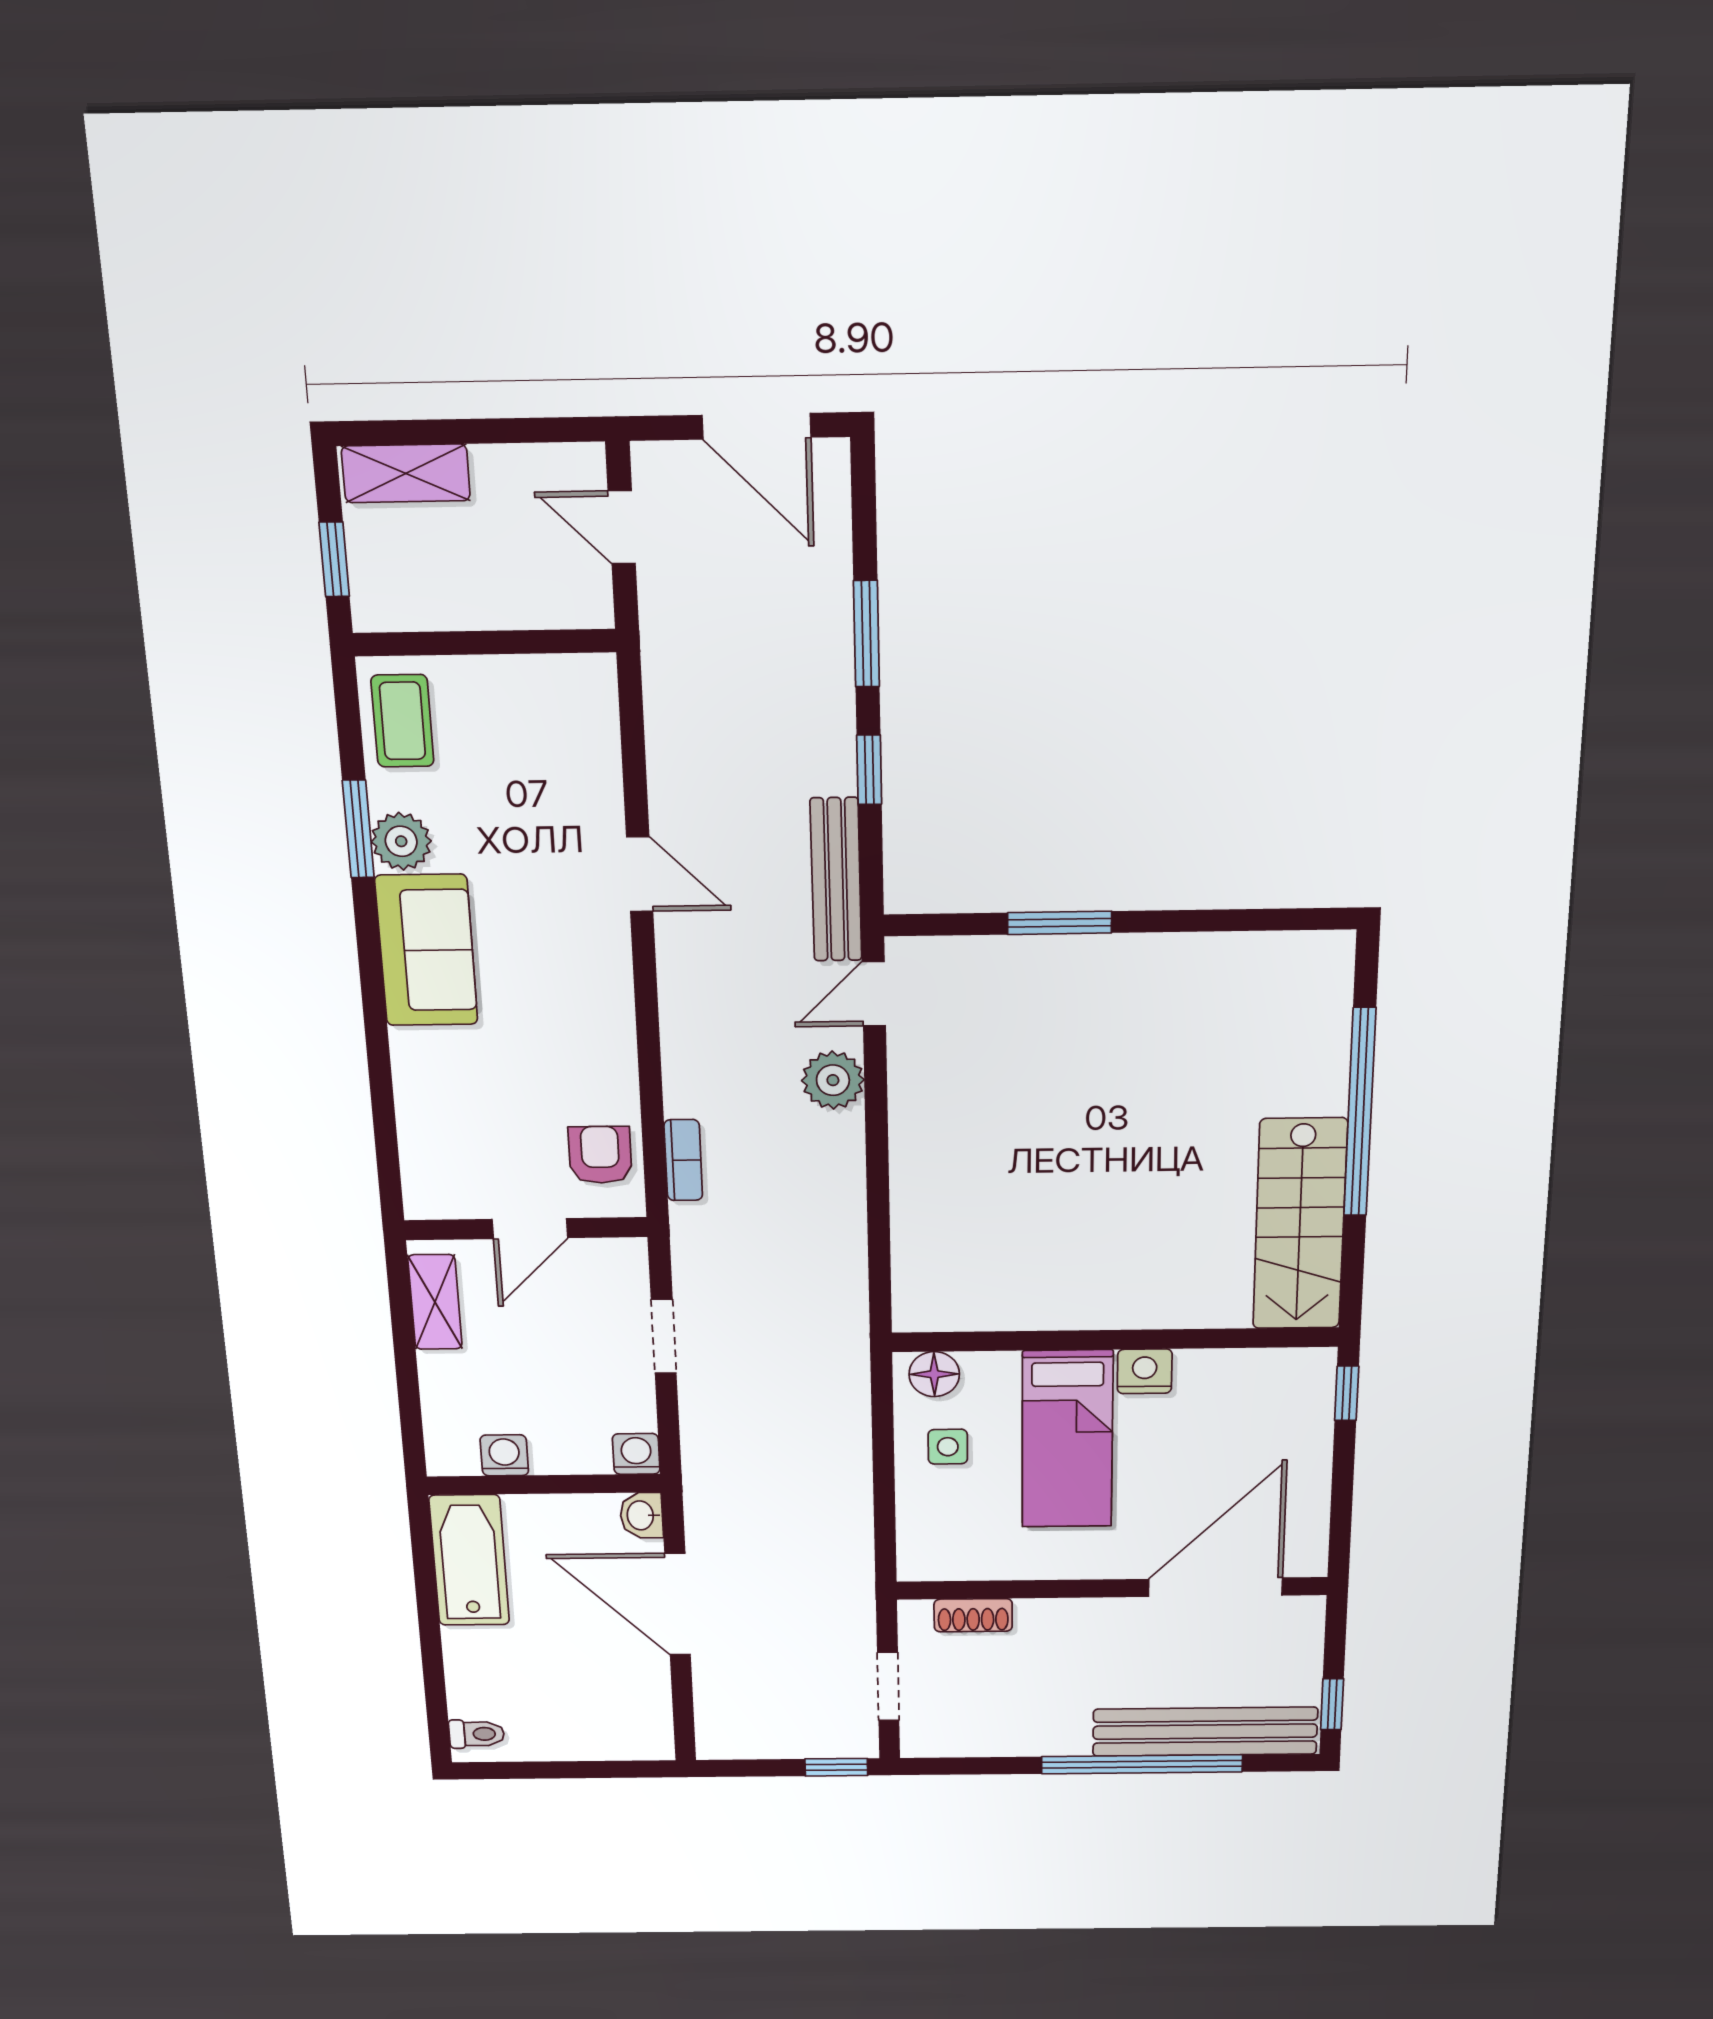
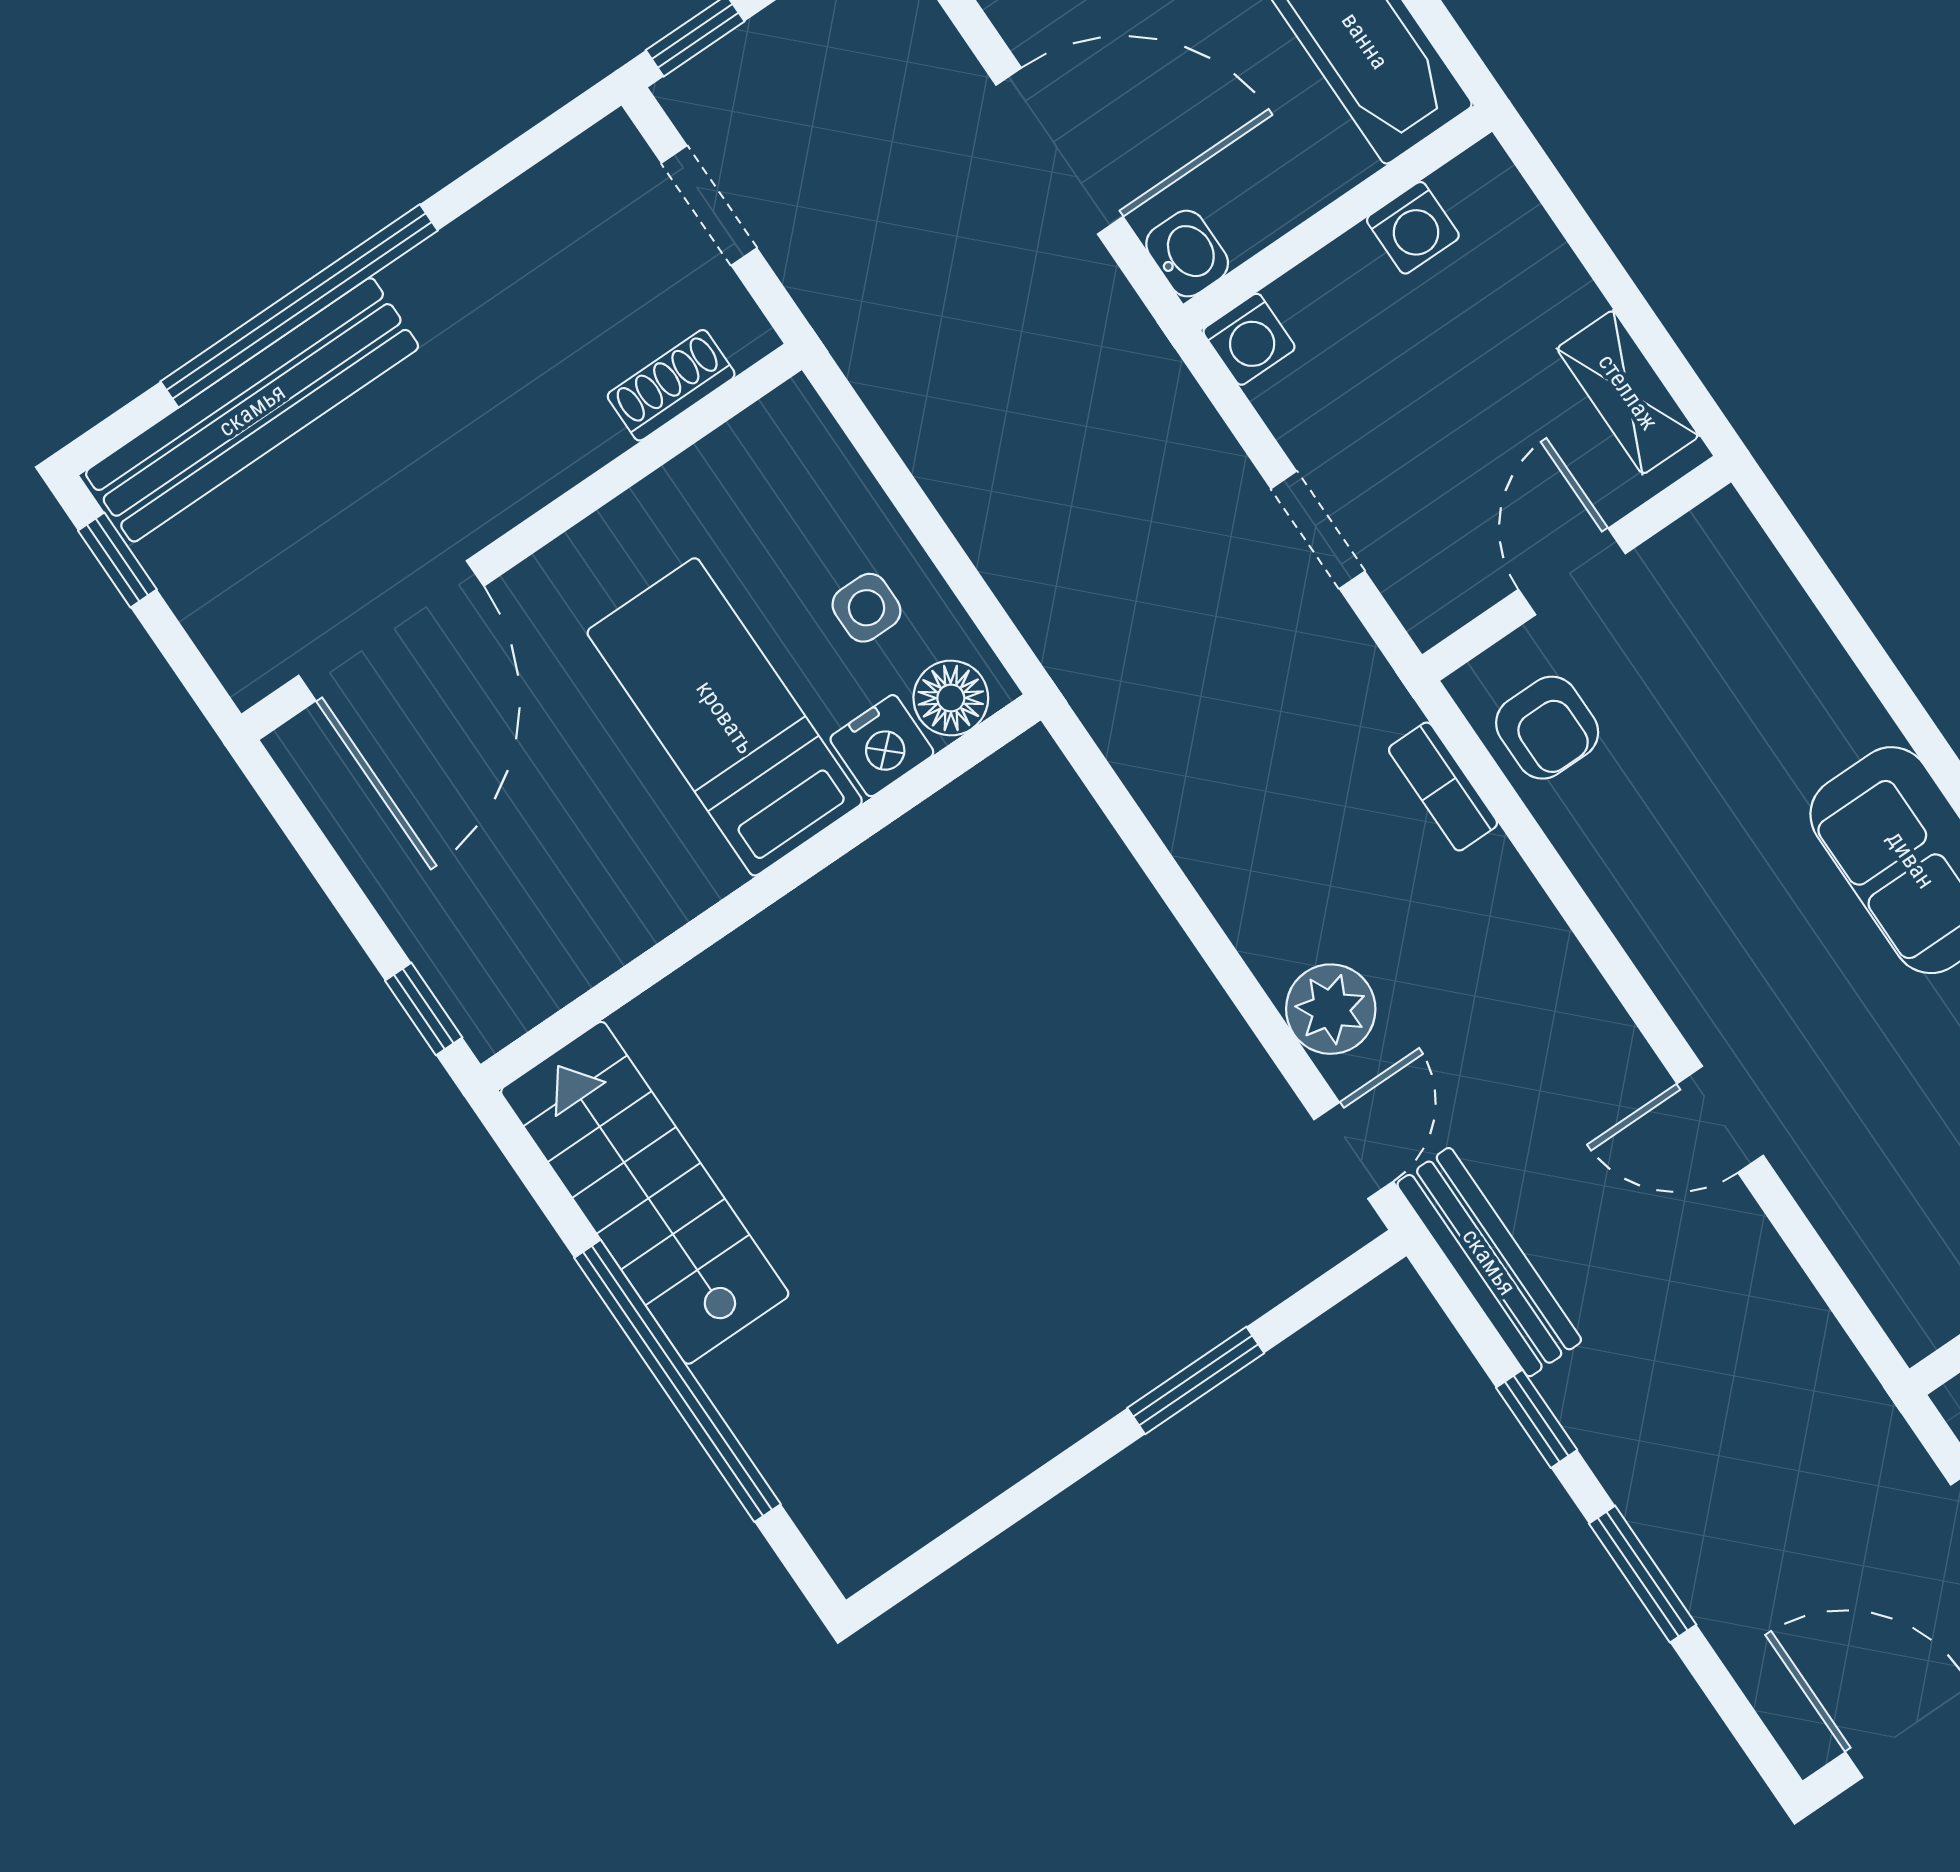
nightstand: (1145, 1371) -> (882, 746), moved

